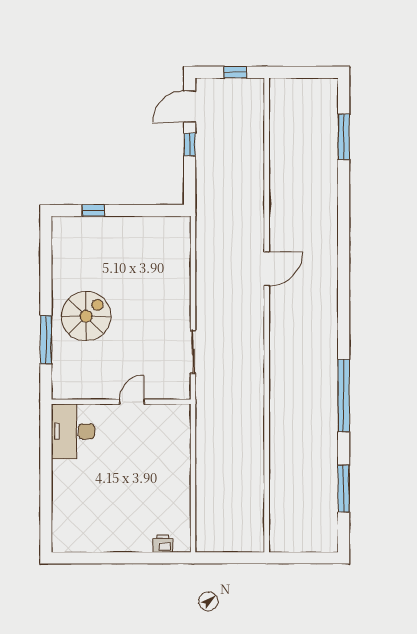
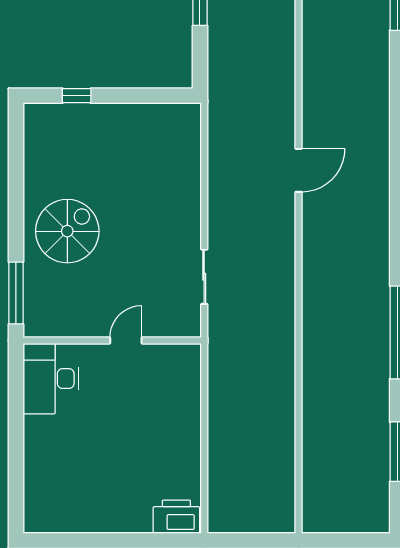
window: (46, 340) -> (16, 293), moved
printer: (163, 544) -> (176, 517), width x1.87, depth x1.48

